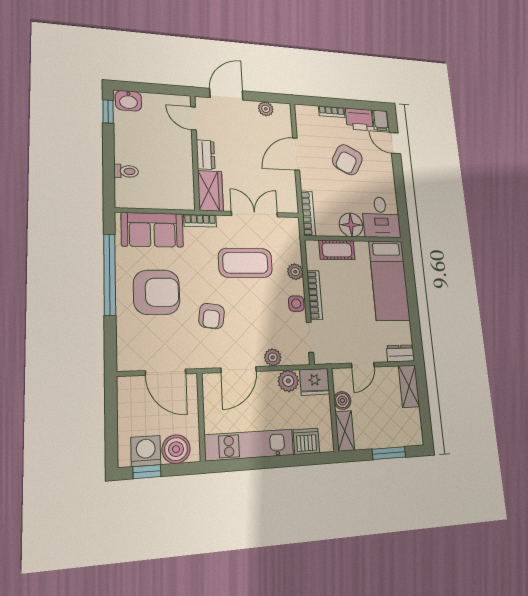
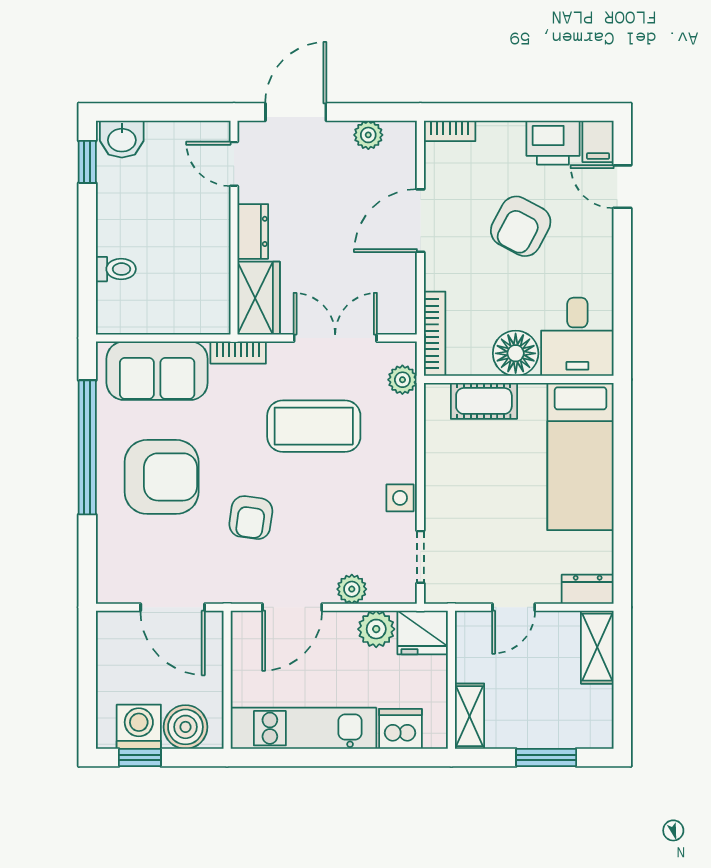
bookcase: (332, 112) -> (450, 131), moved
plant: (295, 272) -> (402, 380), moved
bookcase: (315, 295) -> (435, 483), removed
boiler: (342, 401) -> (470, 666), removed

